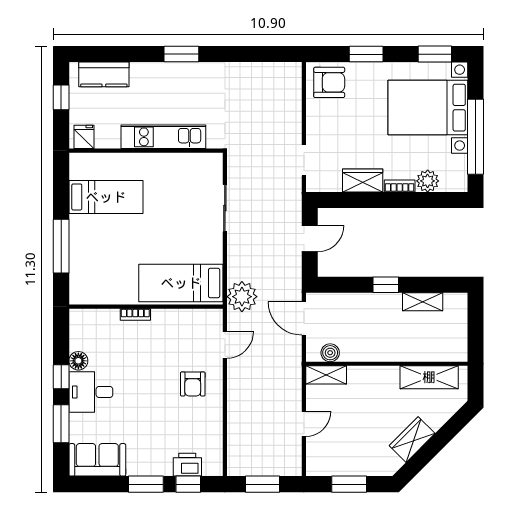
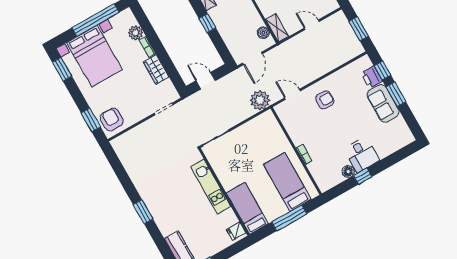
window: (366, 54) -> (91, 120), moved
fridge: (84, 137) -> (236, 231), moved
kitchen unit: (163, 137) -> (211, 187), moved
wall: (146, 151) -> (224, 192), moved
bed: (181, 283) -> (287, 182), moved, turned 180
window: (61, 424) -> (389, 161), removed
sofa: (97, 460) -> (383, 103), moved

